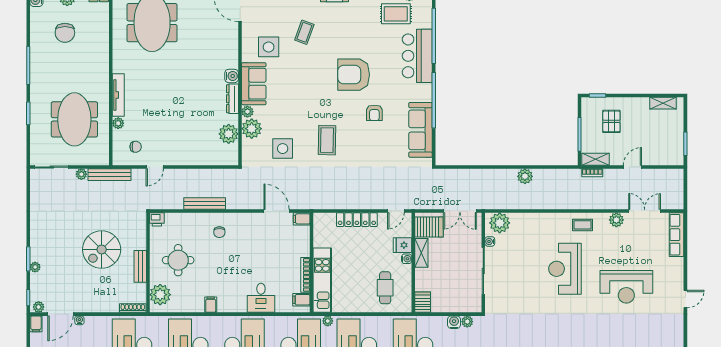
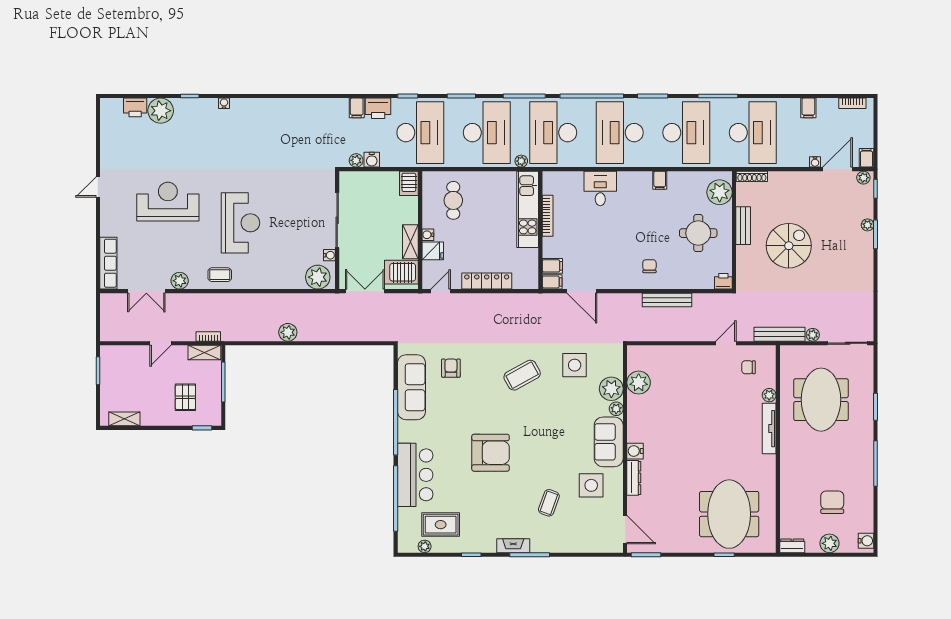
dresser: (233, 99) -> (634, 478), moved
armchair: (374, 113) -> (451, 368), moved
coffee table: (327, 140) -> (522, 375), turned 60
filing cabinet: (301, 300) -> (552, 266), moved

